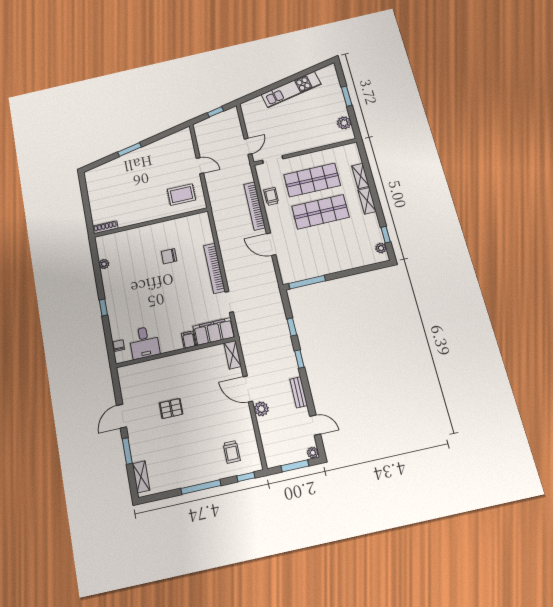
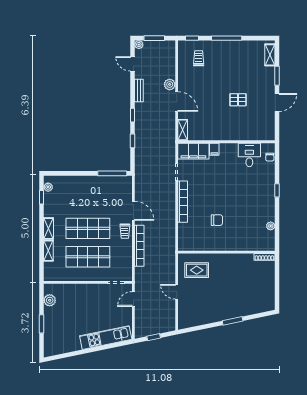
kitchen unit: (291, 89) -> (106, 338), moved
trolley: (271, 196) -> (125, 231), moved

